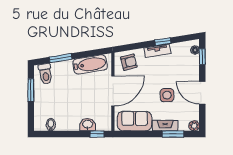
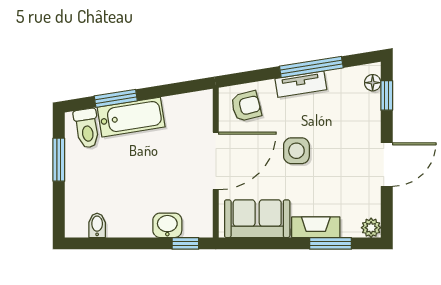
window: (163, 42) -> (311, 67), width x2.17
bathtub: (90, 65) -> (131, 117), moved
door: (202, 93) -> (387, 165), swing flipped
side table: (167, 95) -> (296, 151), moved

